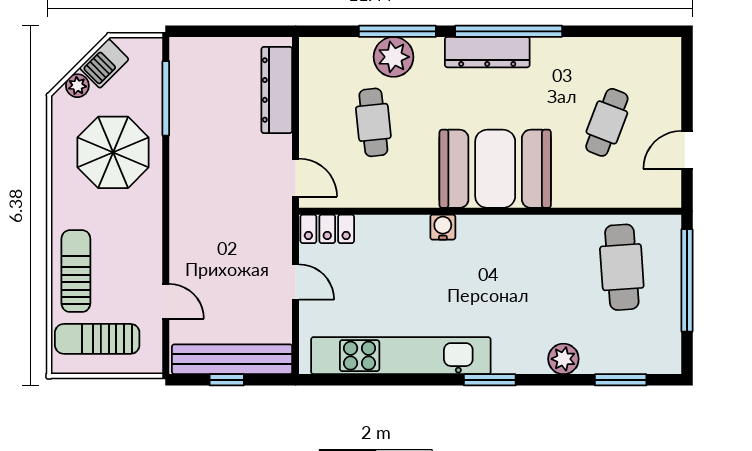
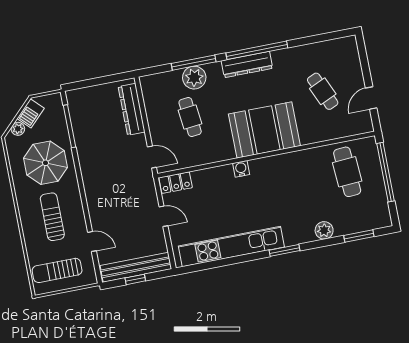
cafe table: (607, 122) -> (323, 91), turned -45
sun lounger: (76, 271) -> (52, 217), moved

